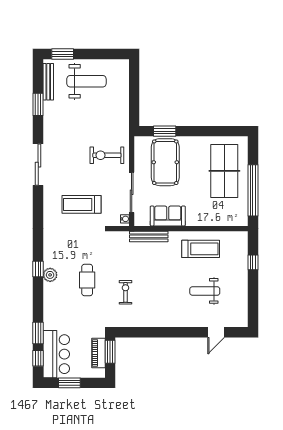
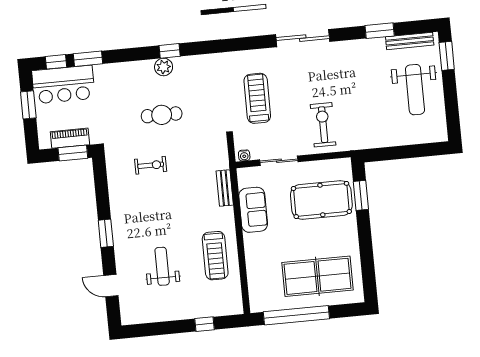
sliding door: (132, 192) -> (279, 161), width x0.73
bench: (149, 236) -> (225, 188), width x0.73
window: (175, 332) -> (106, 233), added

